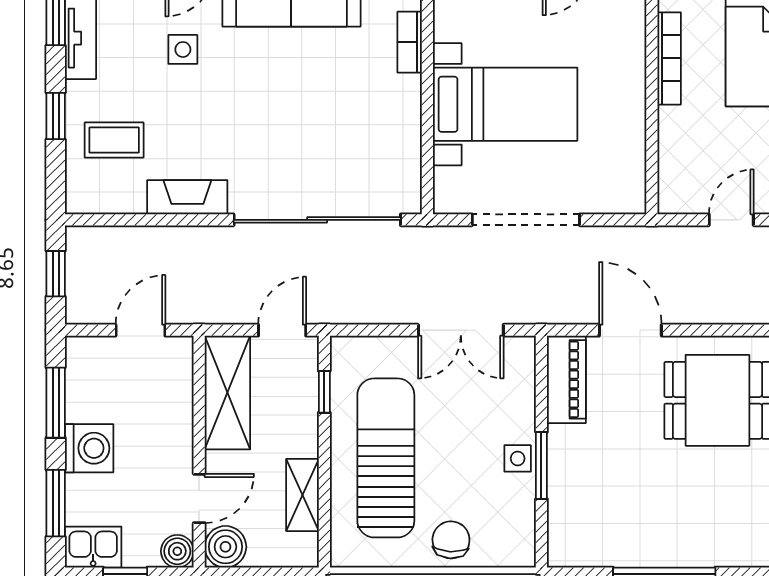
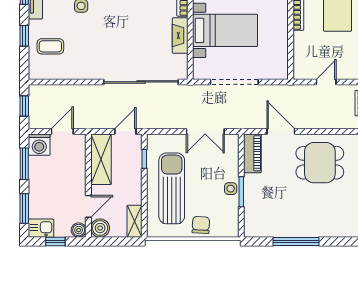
fireplace: (187, 197) -> (180, 36), moved, turned -90
washing machine: (89, 448) -> (39, 145), moved, turned 90
shelving: (302, 495) -> (135, 221), moved

